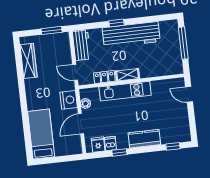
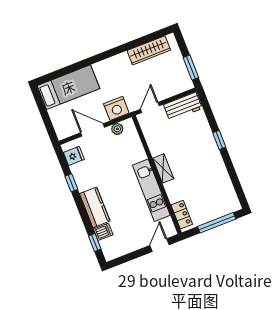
workbench: (131, 35) -> (210, 160), removed
locker: (104, 77) -> (182, 215), moved
kitchen unit: (125, 91) -> (151, 190), moved
dishwasher: (110, 144) -> (103, 232), moved

